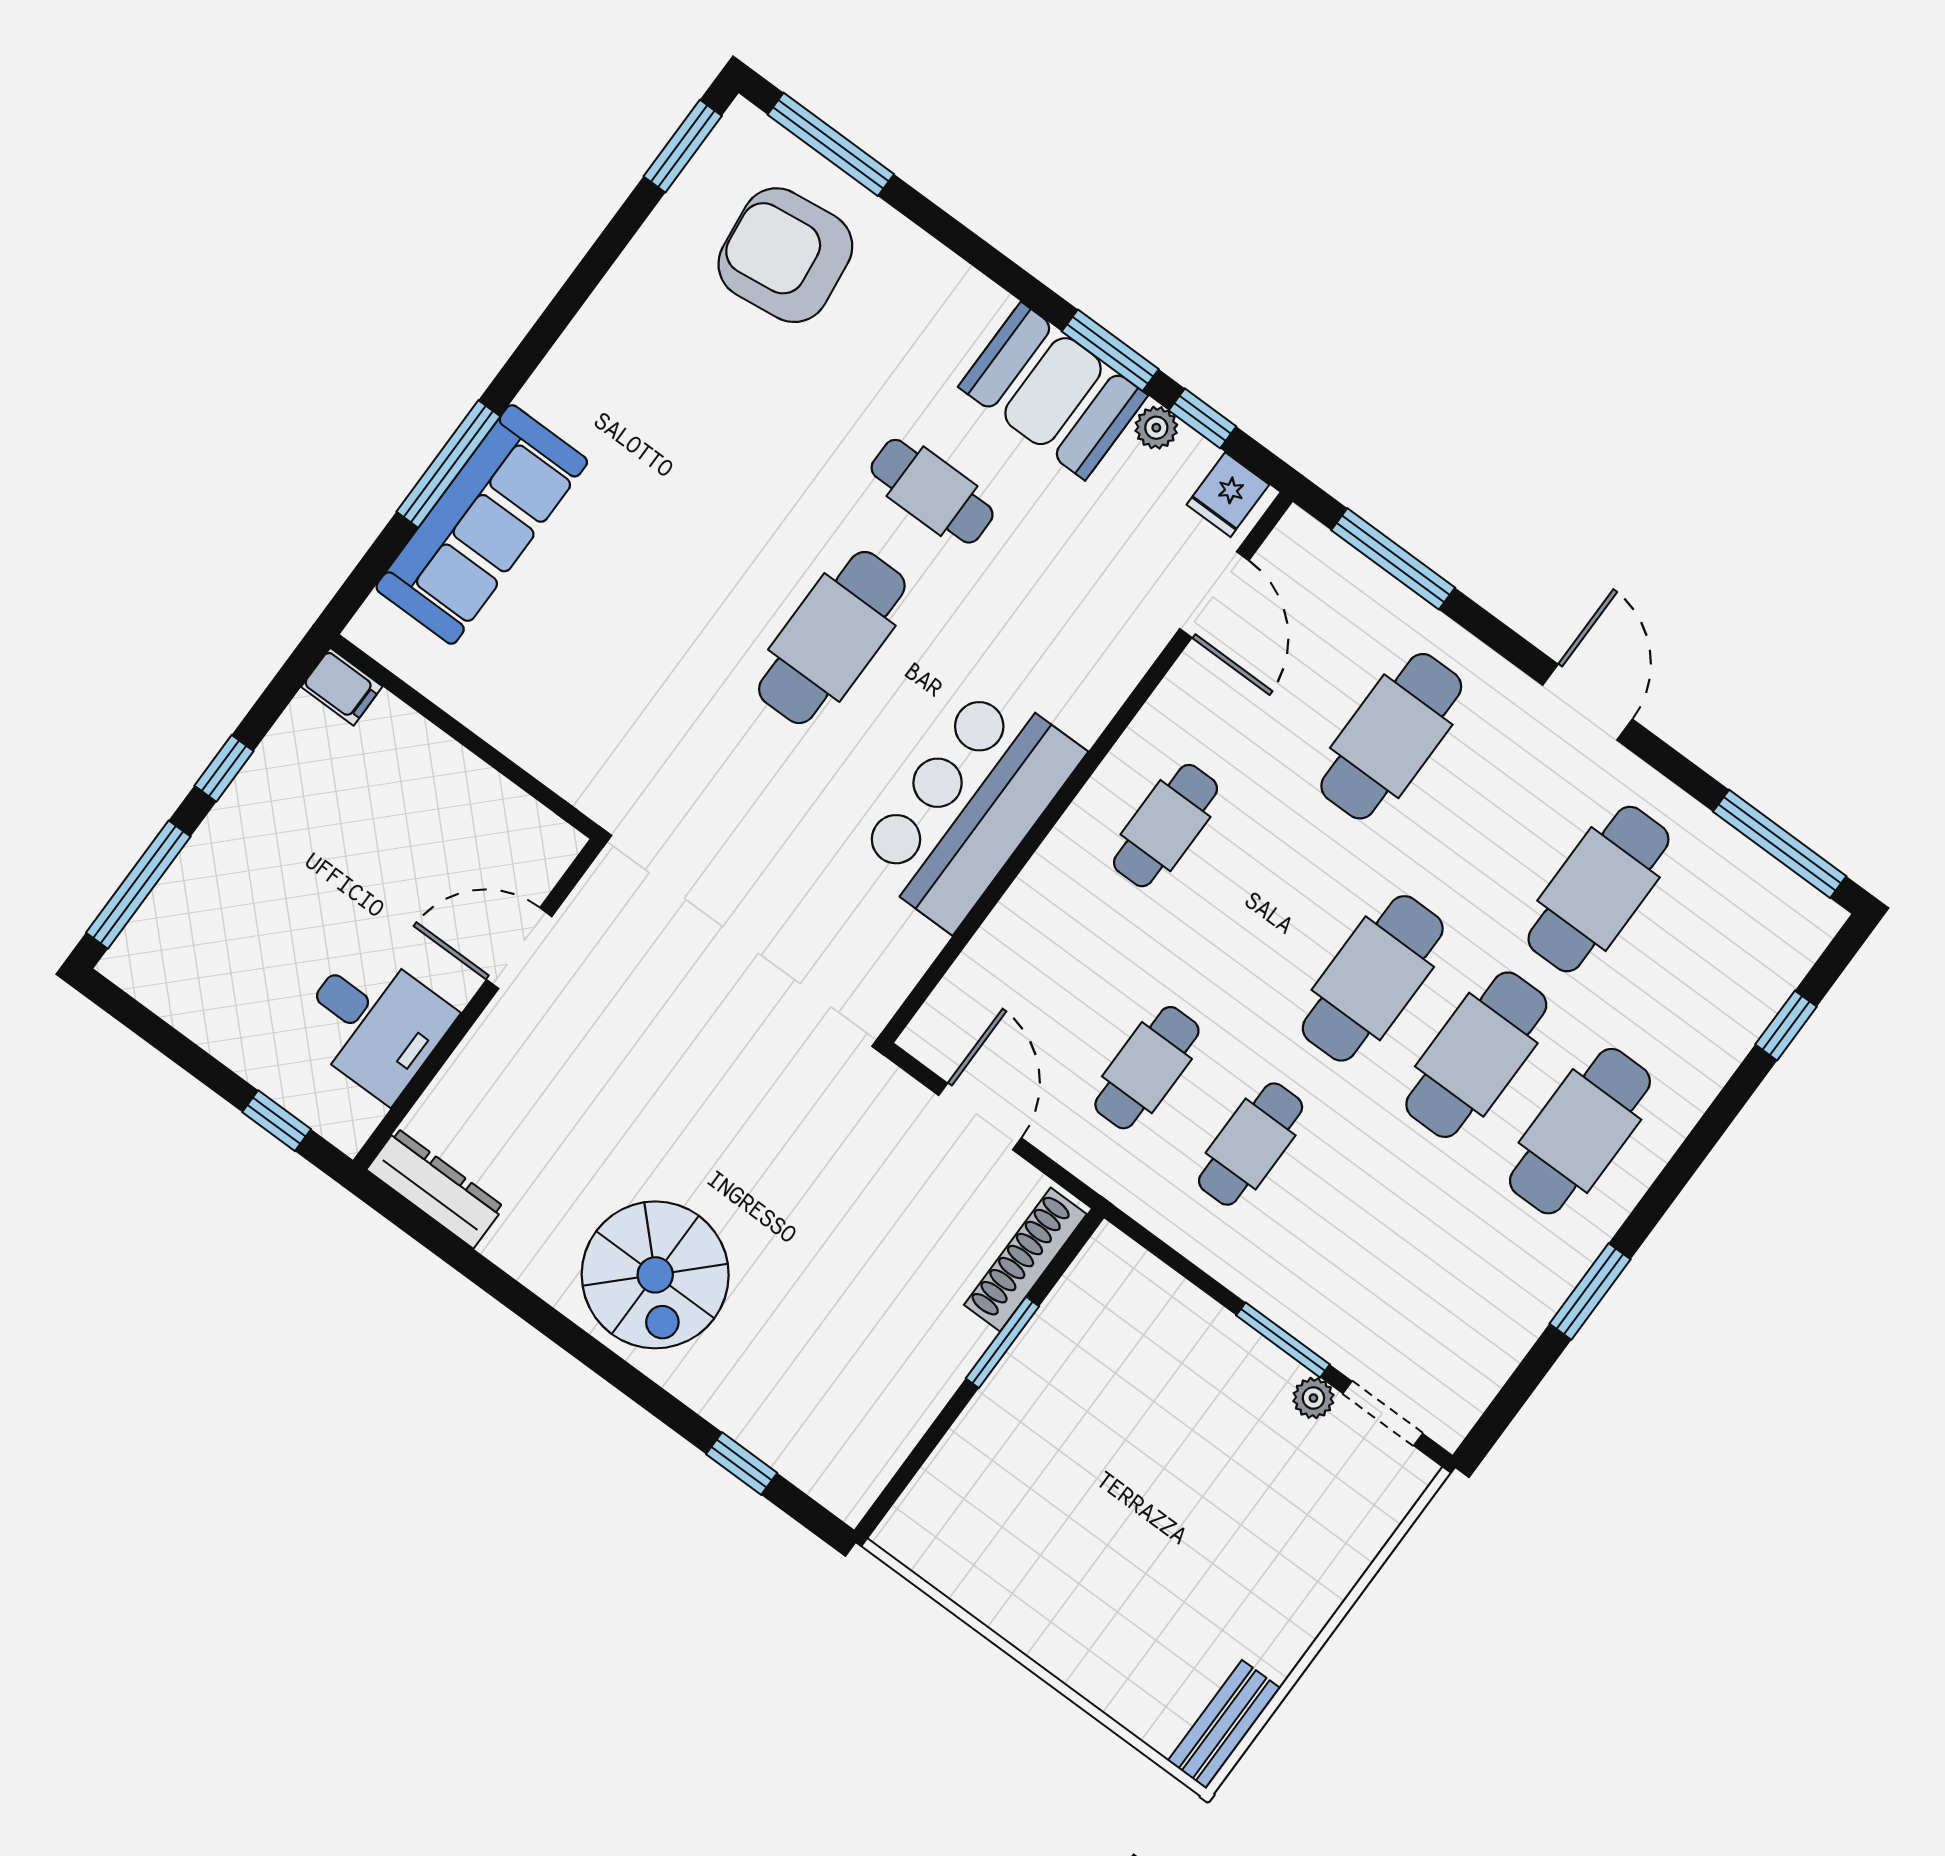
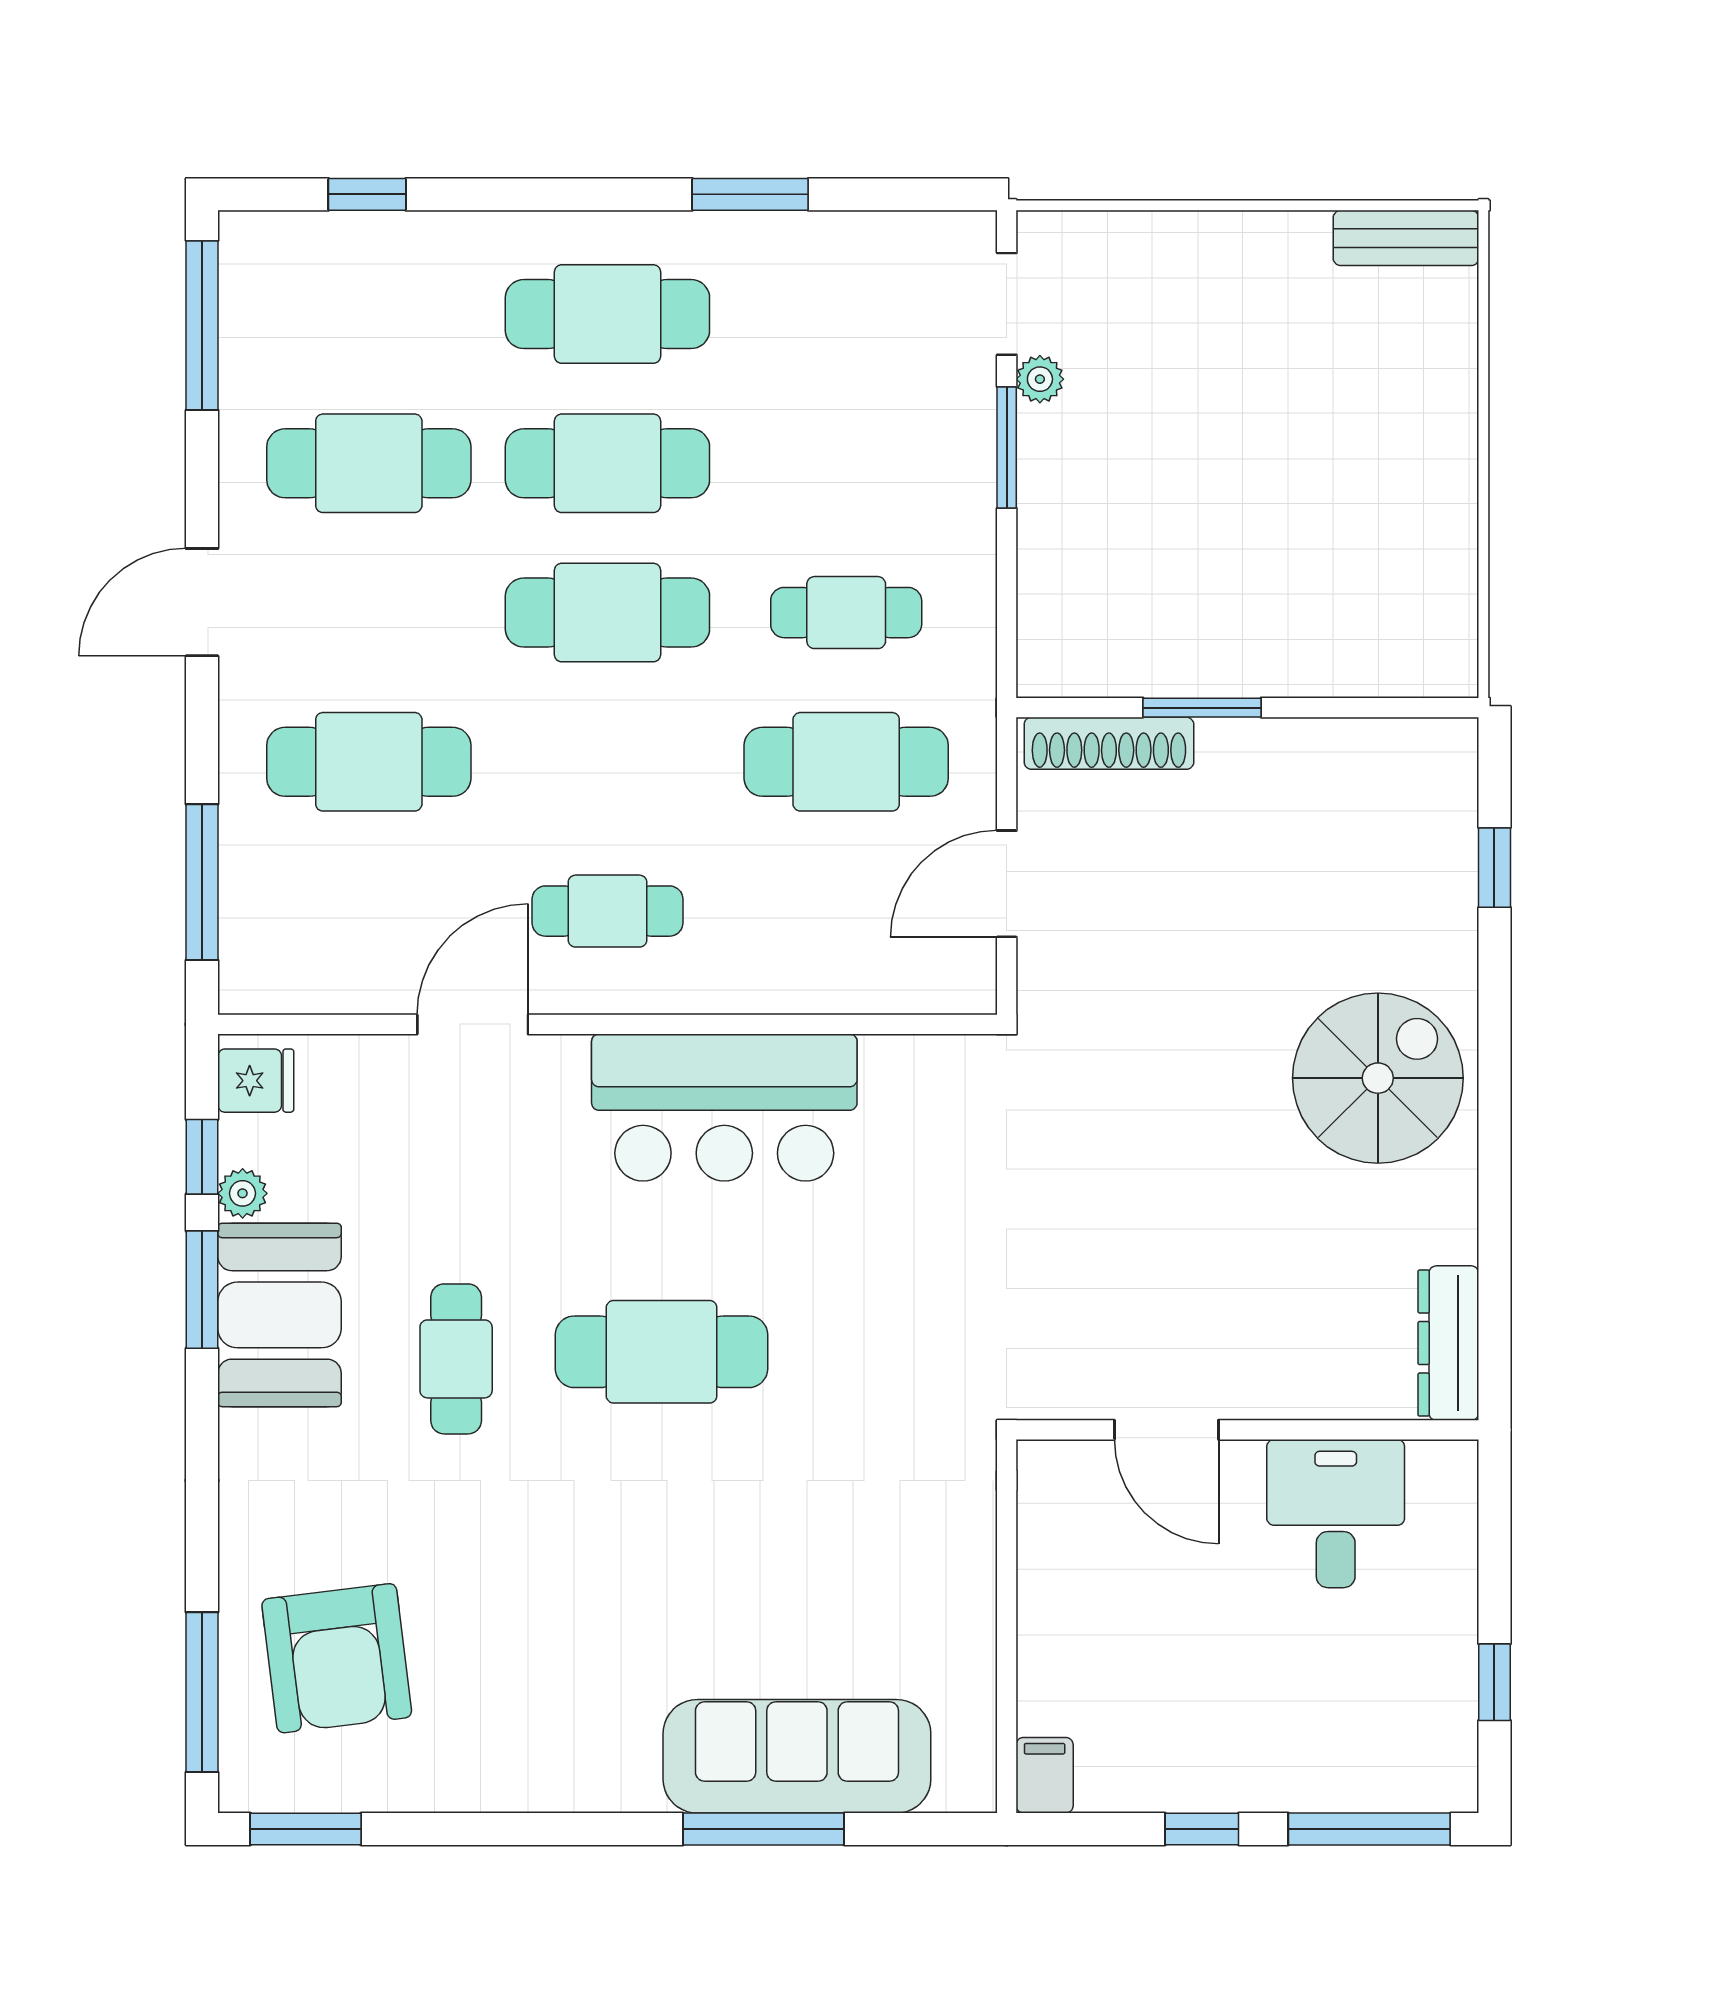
door: (1214, 595) -> (473, 1024), moved
cafe table: (1147, 1068) -> (846, 762), width x1.37, depth x1.35
window: (277, 1121) -> (1494, 1682), moved

